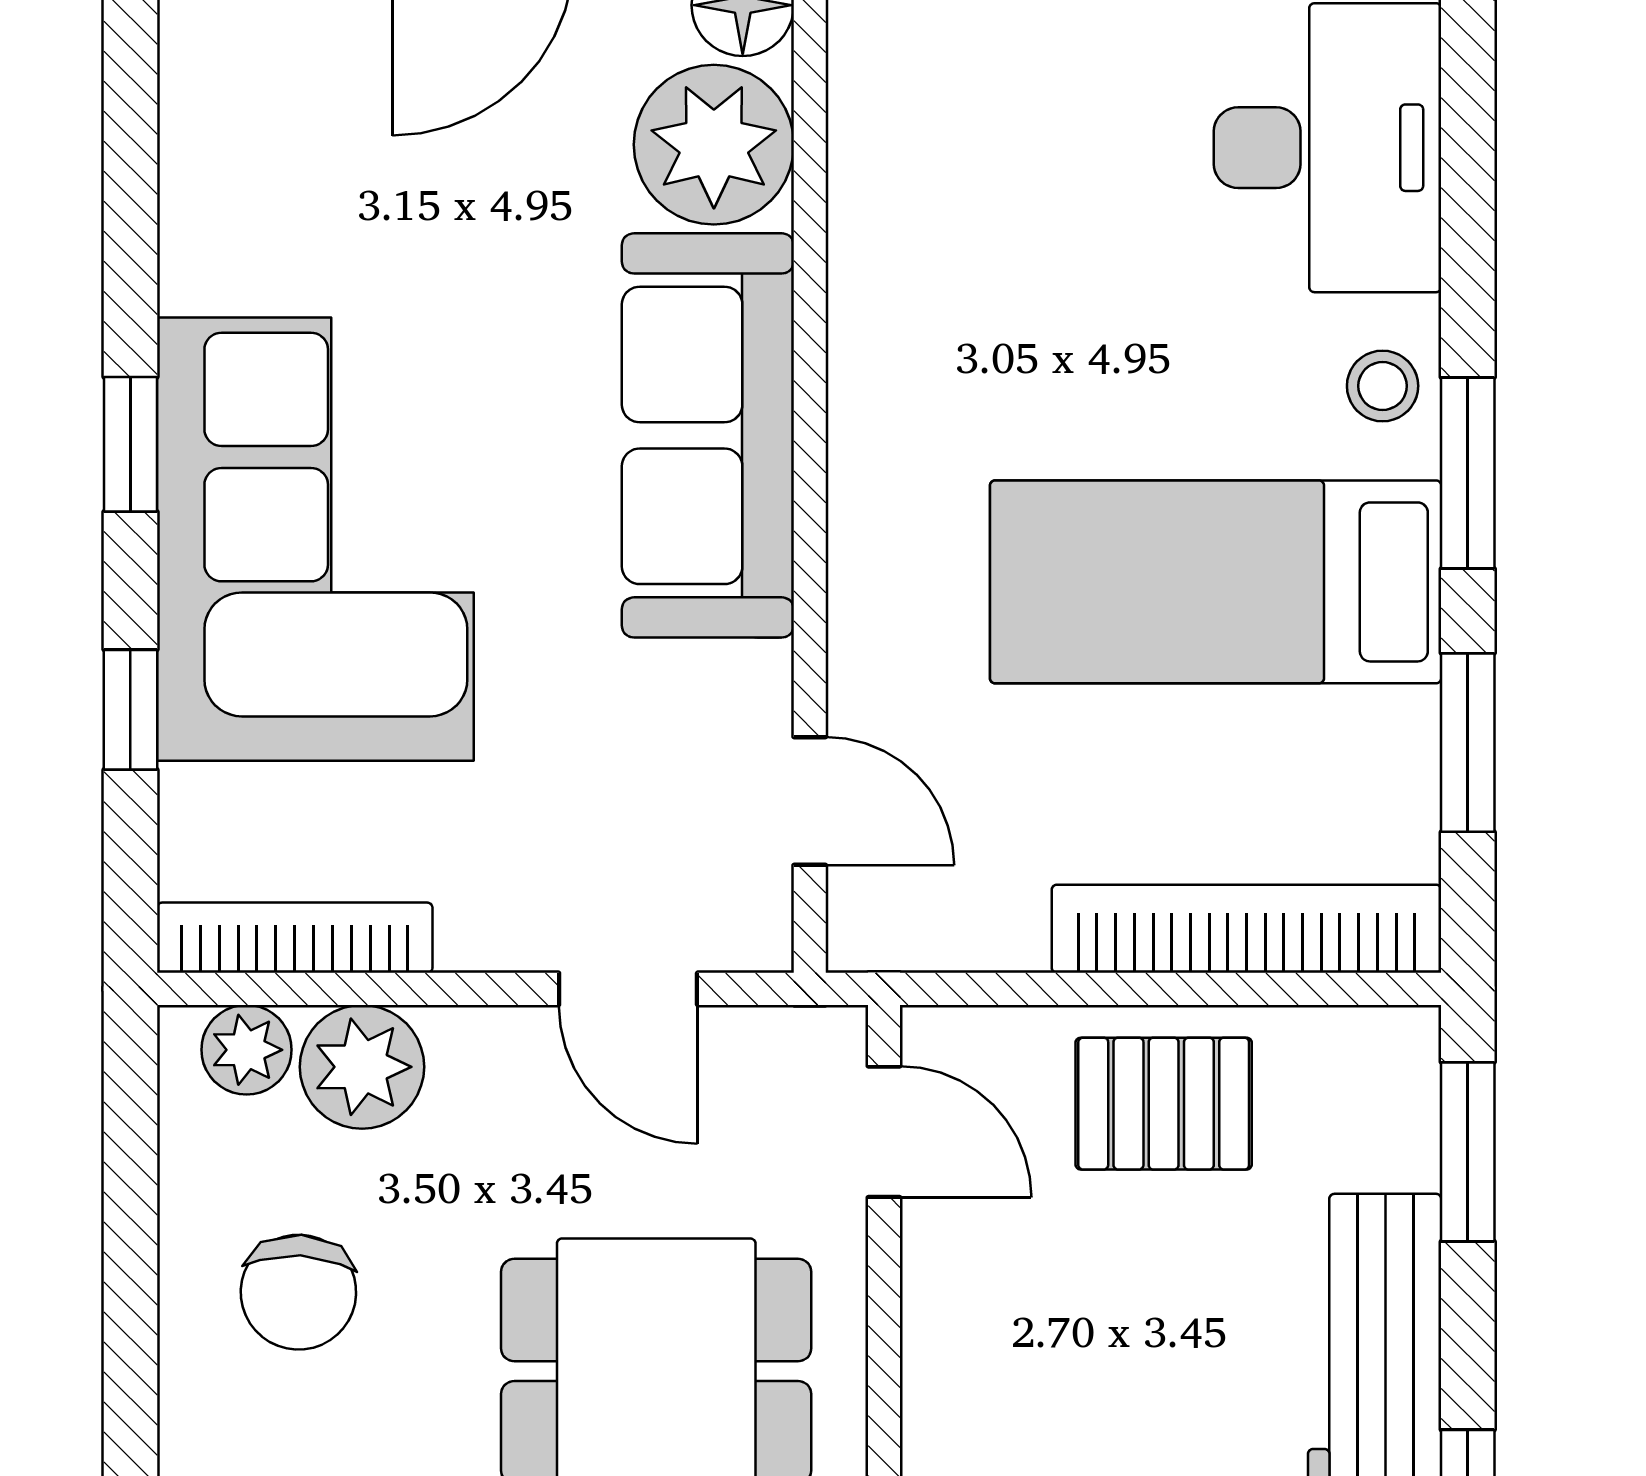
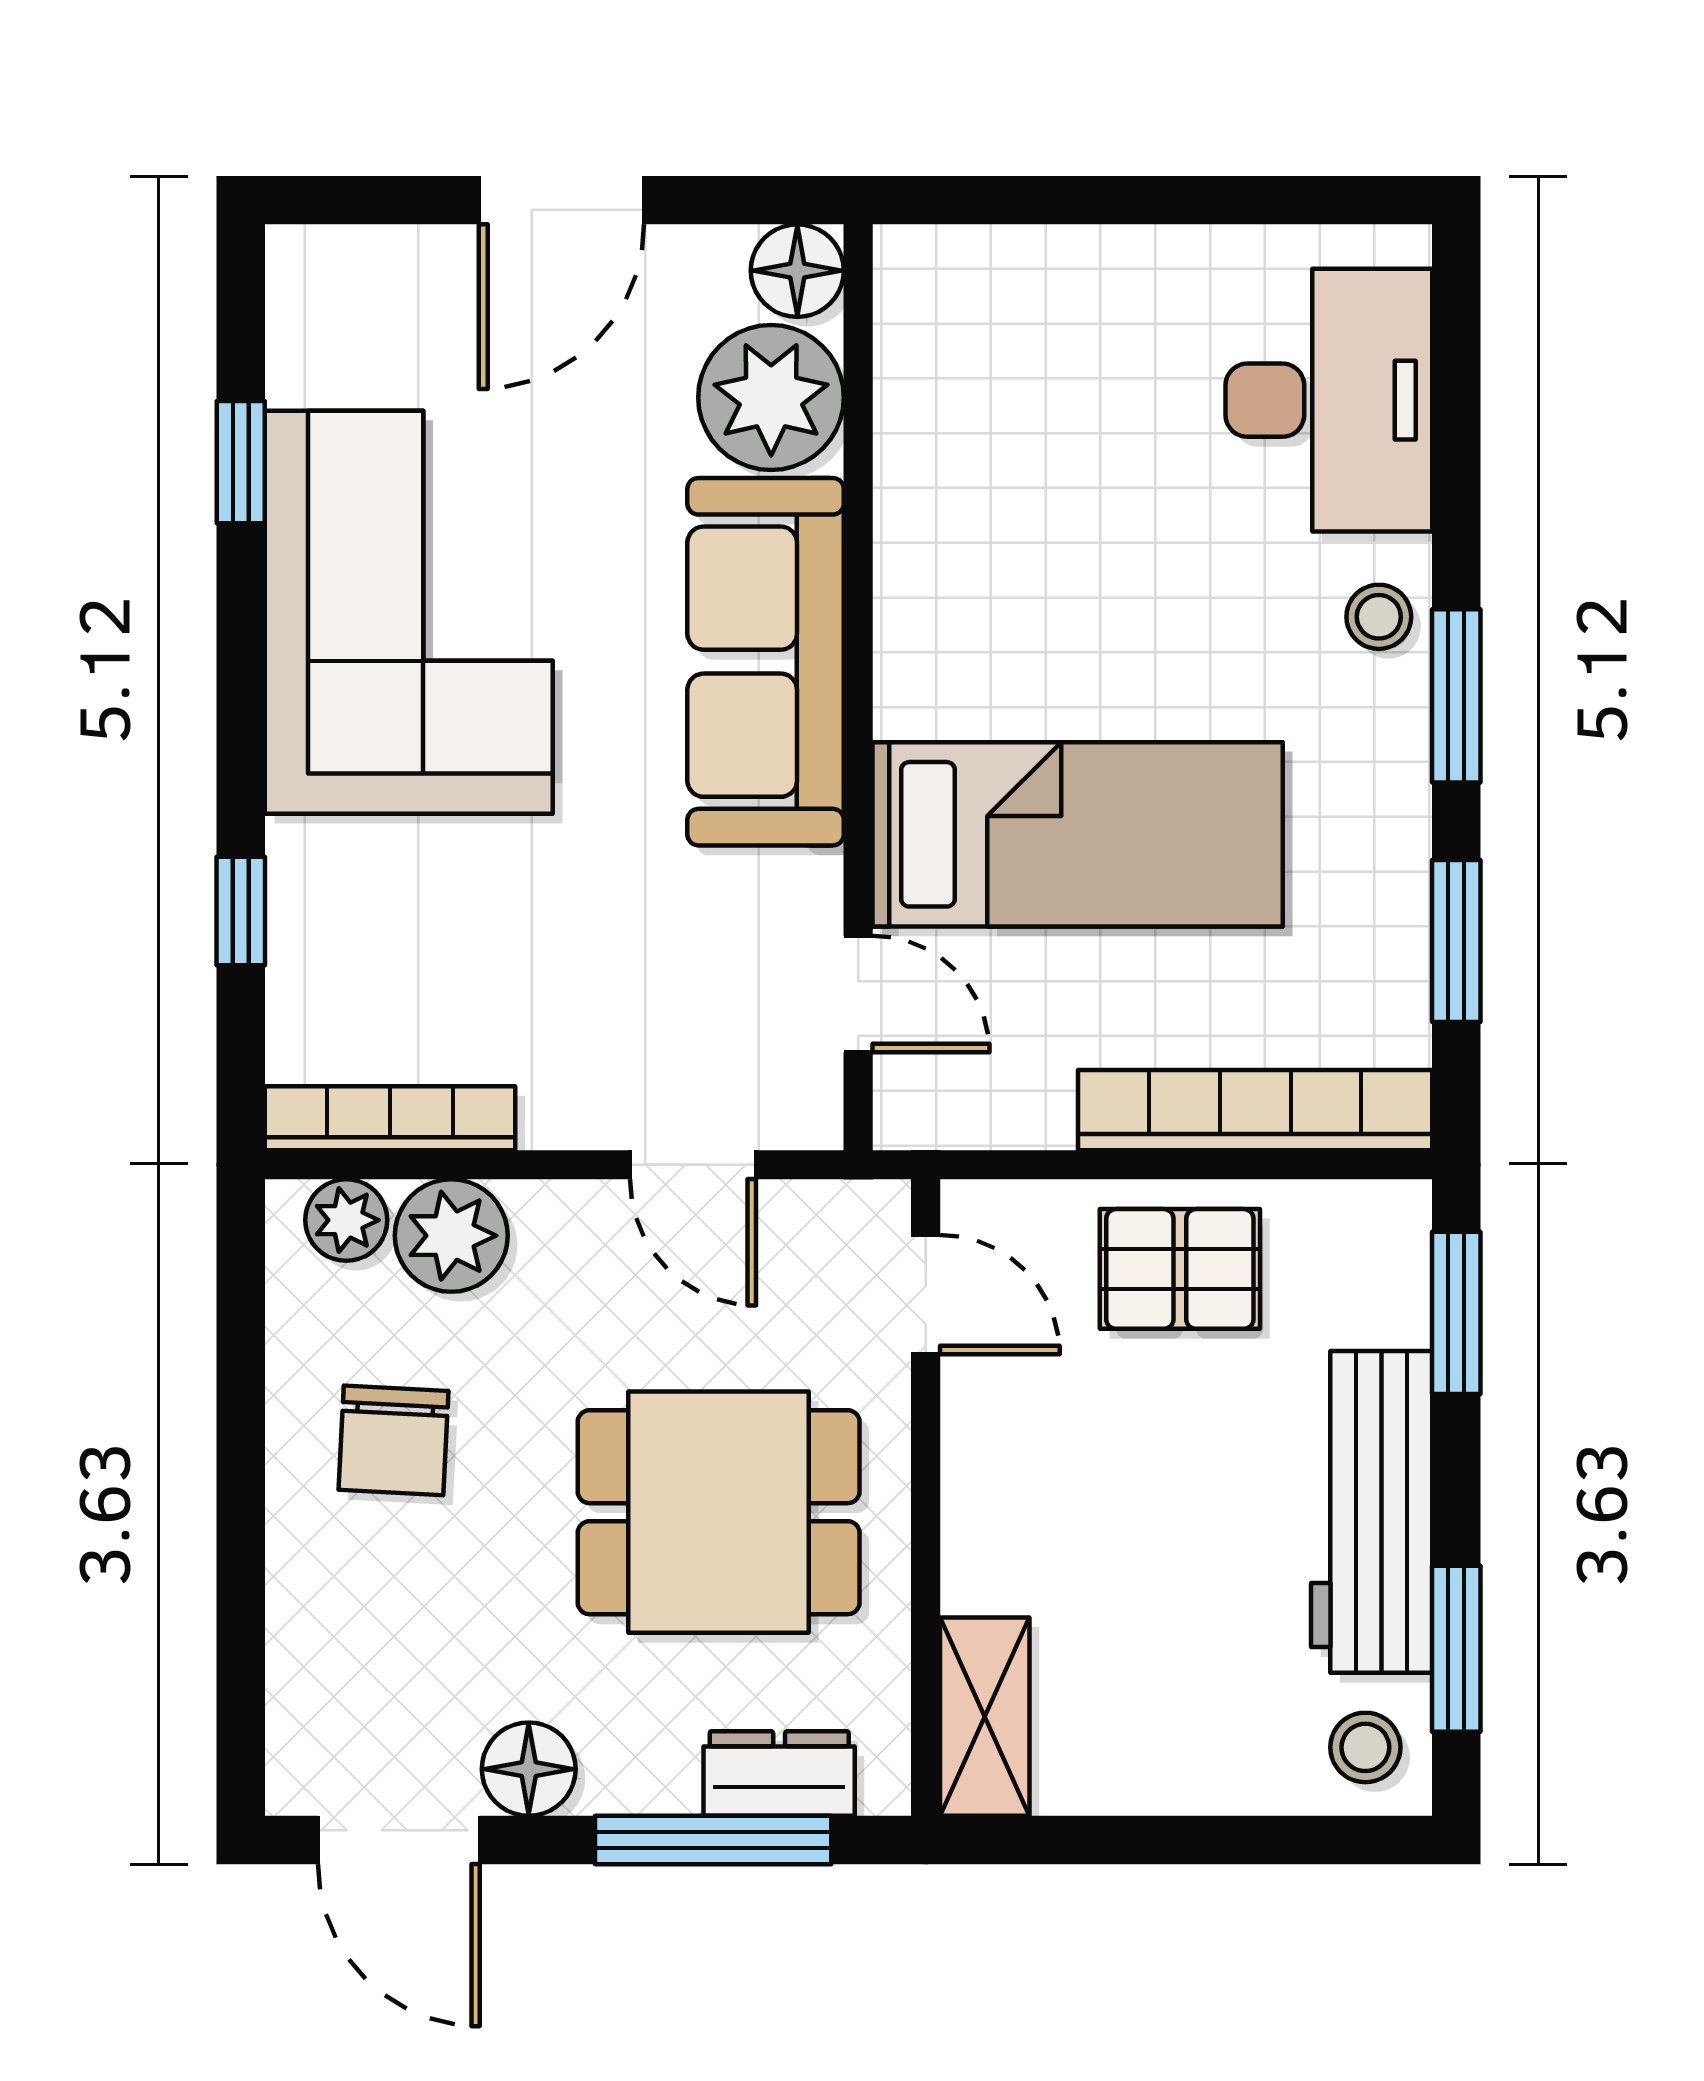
window: (130, 444) -> (241, 462), moved
corner sofa: (315, 539) -> (409, 612), moved
bed: (1216, 582) -> (1078, 834), moved, turned 180

